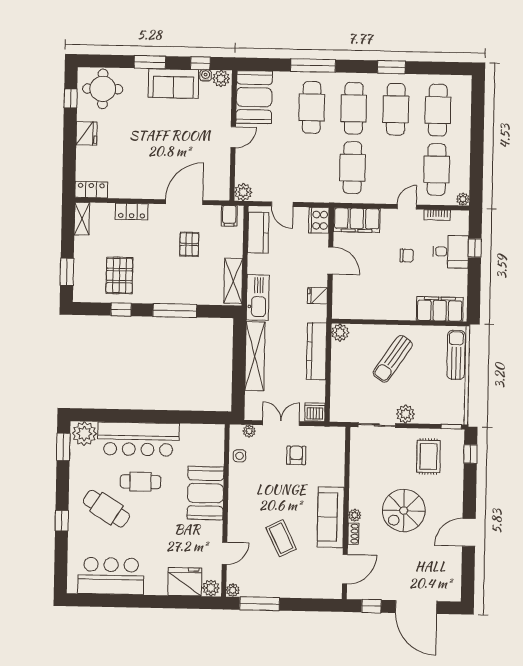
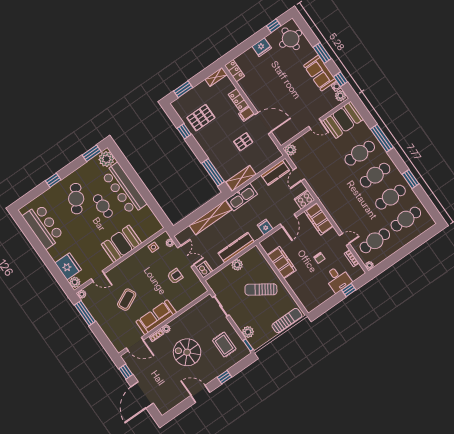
cafe table: (352, 168) -> (344, 197), removed
filing cabinet: (229, 216) -> (246, 114), moved
filing cabinet: (440, 309) -> (282, 263), moved
window: (175, 311) -> (213, 172), moved
plant: (340, 332) -> (237, 265), moved
plant: (405, 414) -> (248, 332), moved
window: (470, 454) -> (224, 377), moved
rug: (428, 456) -> (224, 345), turned 90

